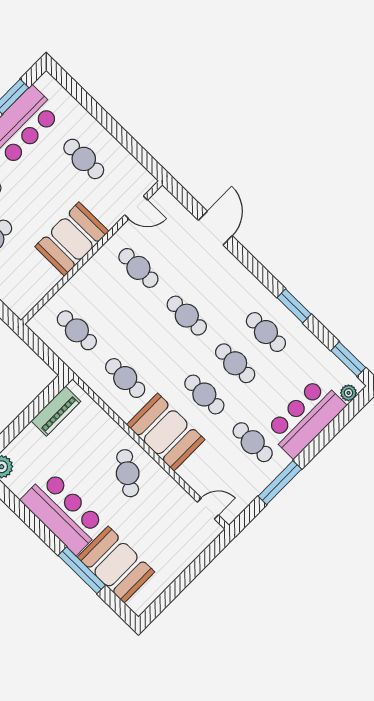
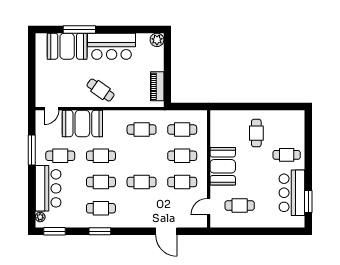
cafe table: (84, 159) -> (240, 206), moved
cafe table: (108, 299) -> (182, 156), added
booth: (166, 432) -> (82, 123), moved

